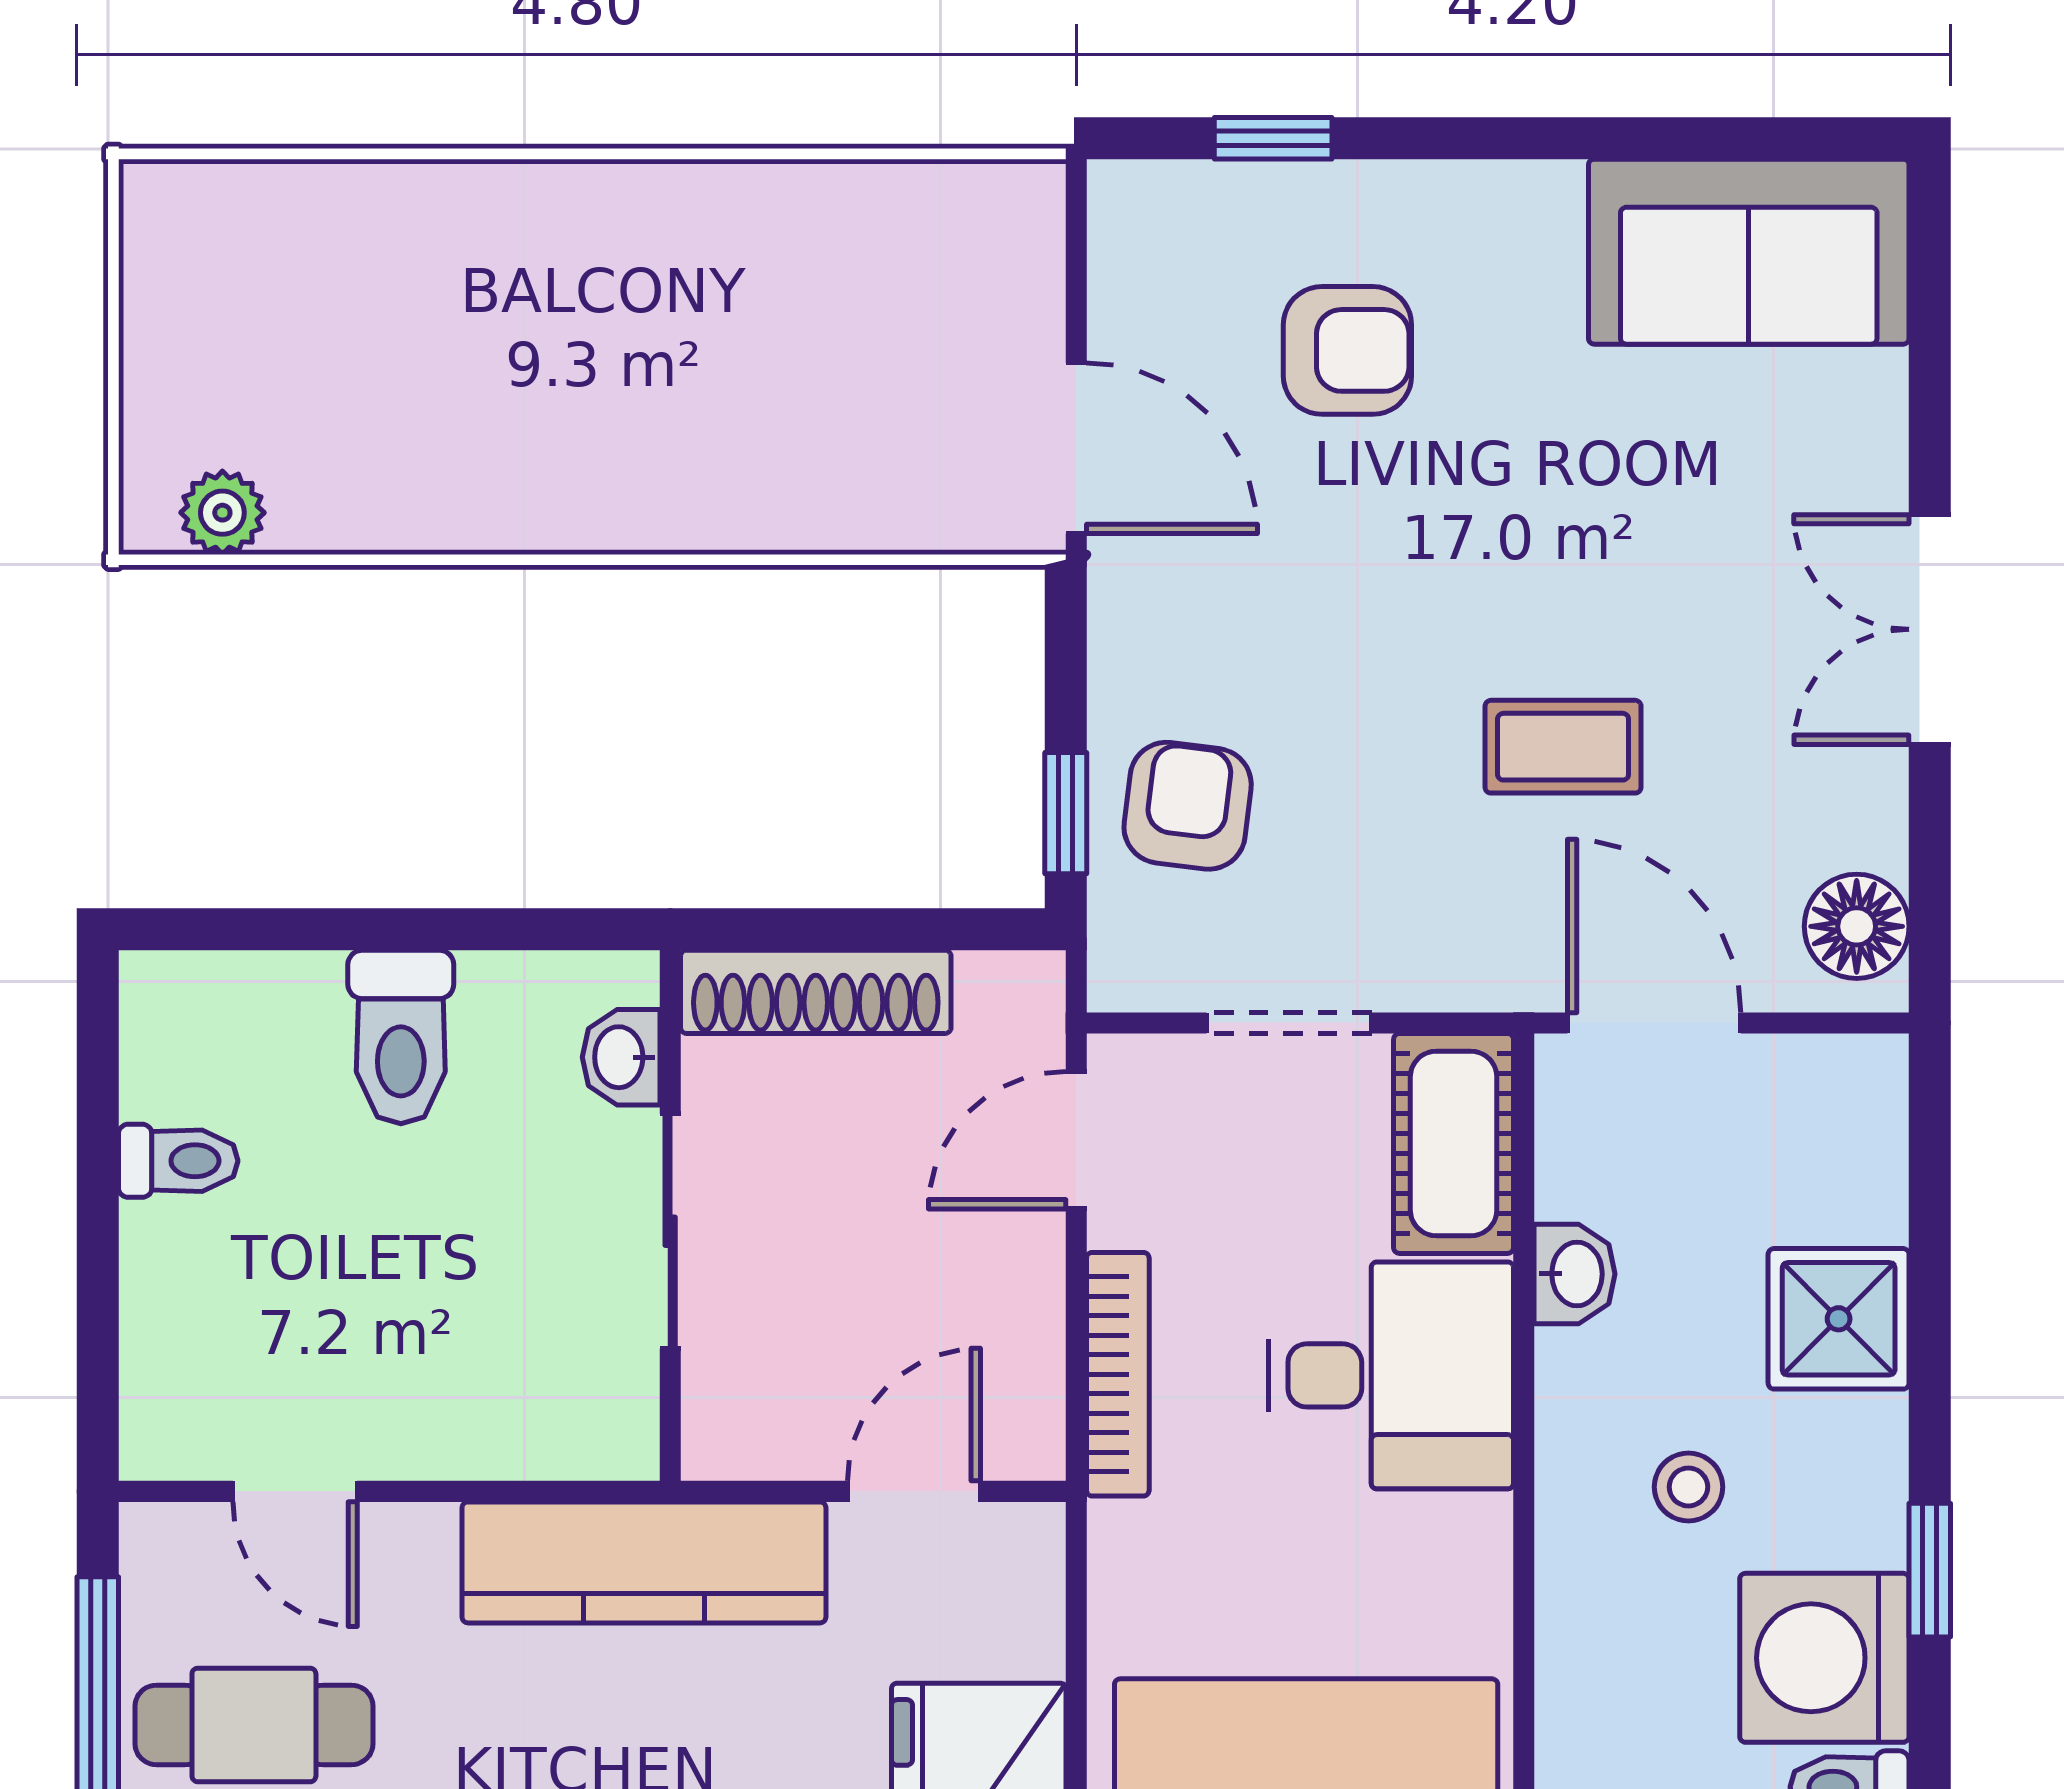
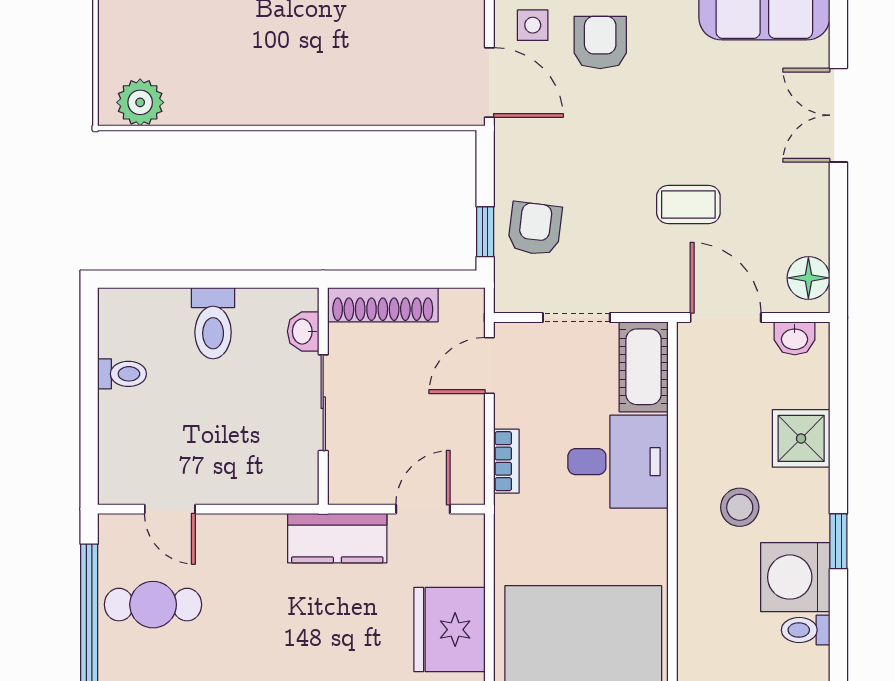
side table: (1182, 308) -> (533, 25), added
armchair: (1347, 350) -> (600, 42), turned -90
plant: (222, 513) -> (140, 102), width x1.38, depth x1.38
double door: (1930, 629) -> (838, 115), moved
washbasin: (1575, 1274) -> (795, 338), moved, turned 90
bookcase: (1118, 1374) -> (506, 461), width x0.64
stool: (1688, 1487) -> (740, 507), width x1.37, depth x1.37
kitchen counter: (644, 1562) -> (337, 538), width x0.67

